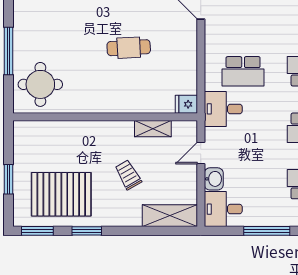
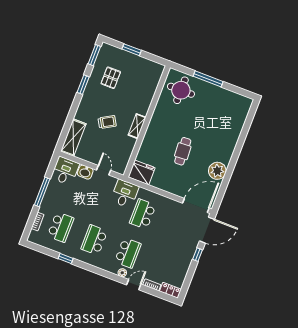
fridge: (186, 104) -> (142, 172), width x1.88, depth x1.34
shelving: (153, 129) -> (137, 126), moved
pallet: (61, 194) -> (111, 78), width x0.49, depth x0.50

